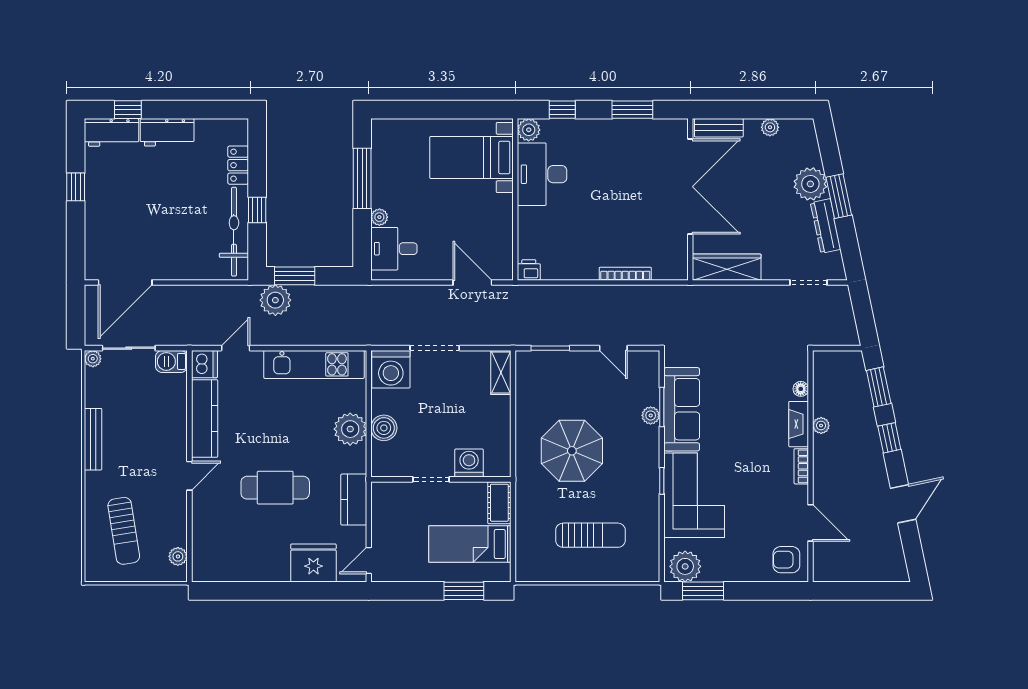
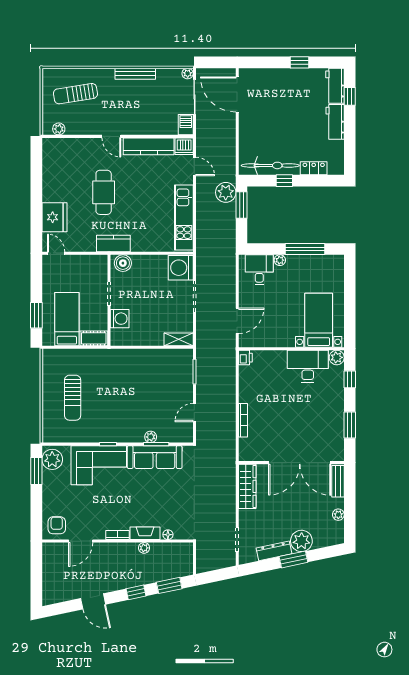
boiler: (384, 428) -> (123, 263), moved
plant: (350, 429) -> (142, 241), removed
parasol: (572, 451) -> (128, 386), removed
kitchen counter: (354, 500) -> (113, 243), moved

